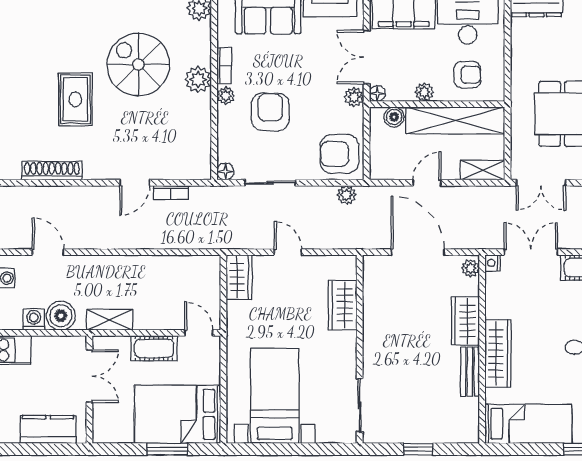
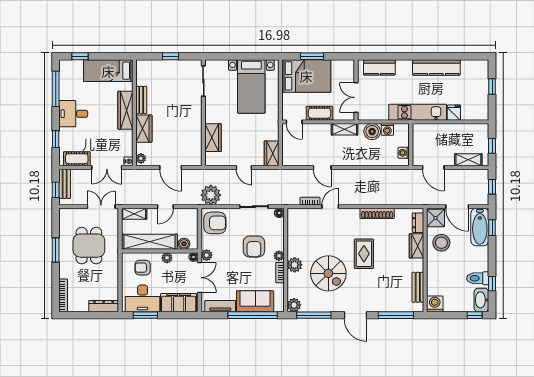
plant: (347, 195) -> (211, 195), width x1.87, depth x1.87
door: (48, 252) -> (322, 167), moved
door: (418, 252) -> (171, 167), width x0.73

